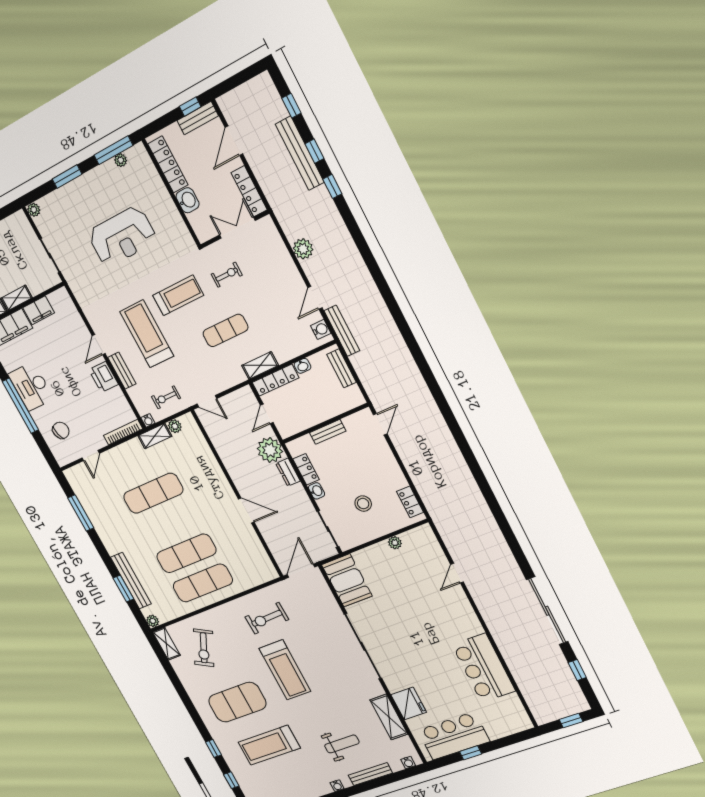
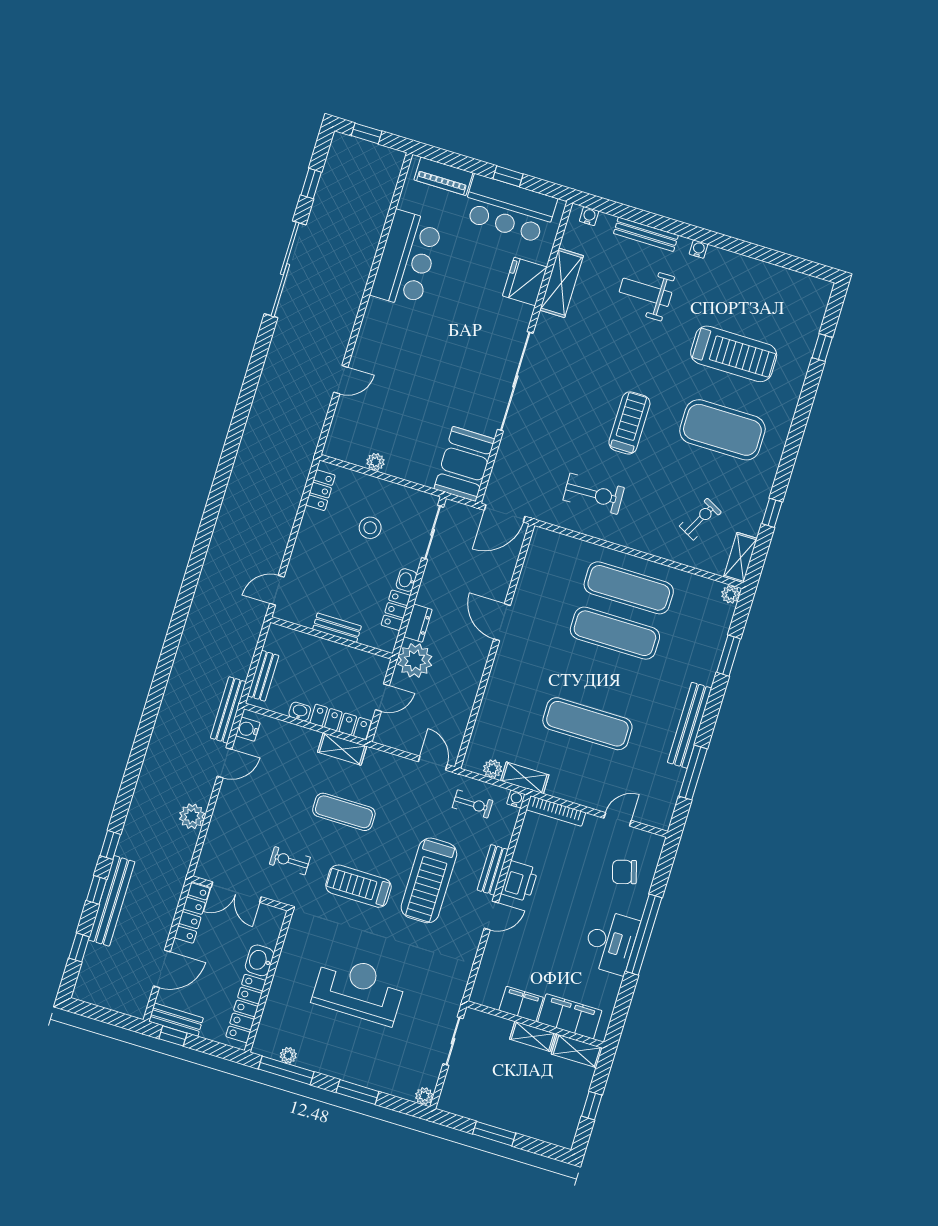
bench: (131, 581) -> (689, 725), moved
exercise bike: (204, 648) -> (700, 519), width x0.73, depth x0.72
treadmill: (285, 670) -> (629, 423), width x0.73, depth x0.73
piano: (506, 728) -> (443, 176), added
window: (213, 748) -> (772, 513), moved

